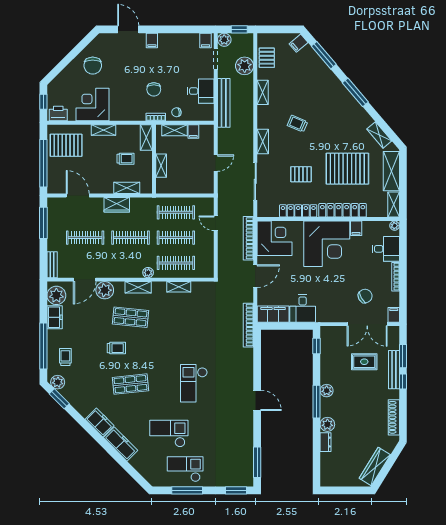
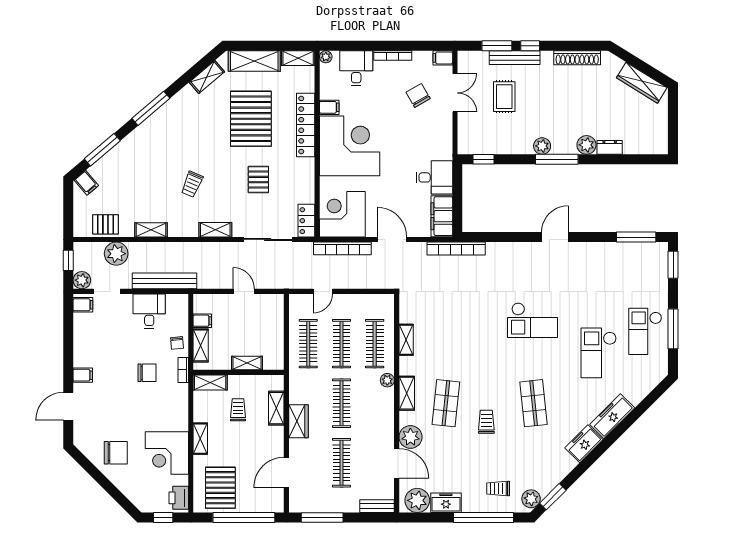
locker: (298, 211) -> (306, 221), moved, width x0.66
double door: (367, 324) -> (455, 93), width x0.73

